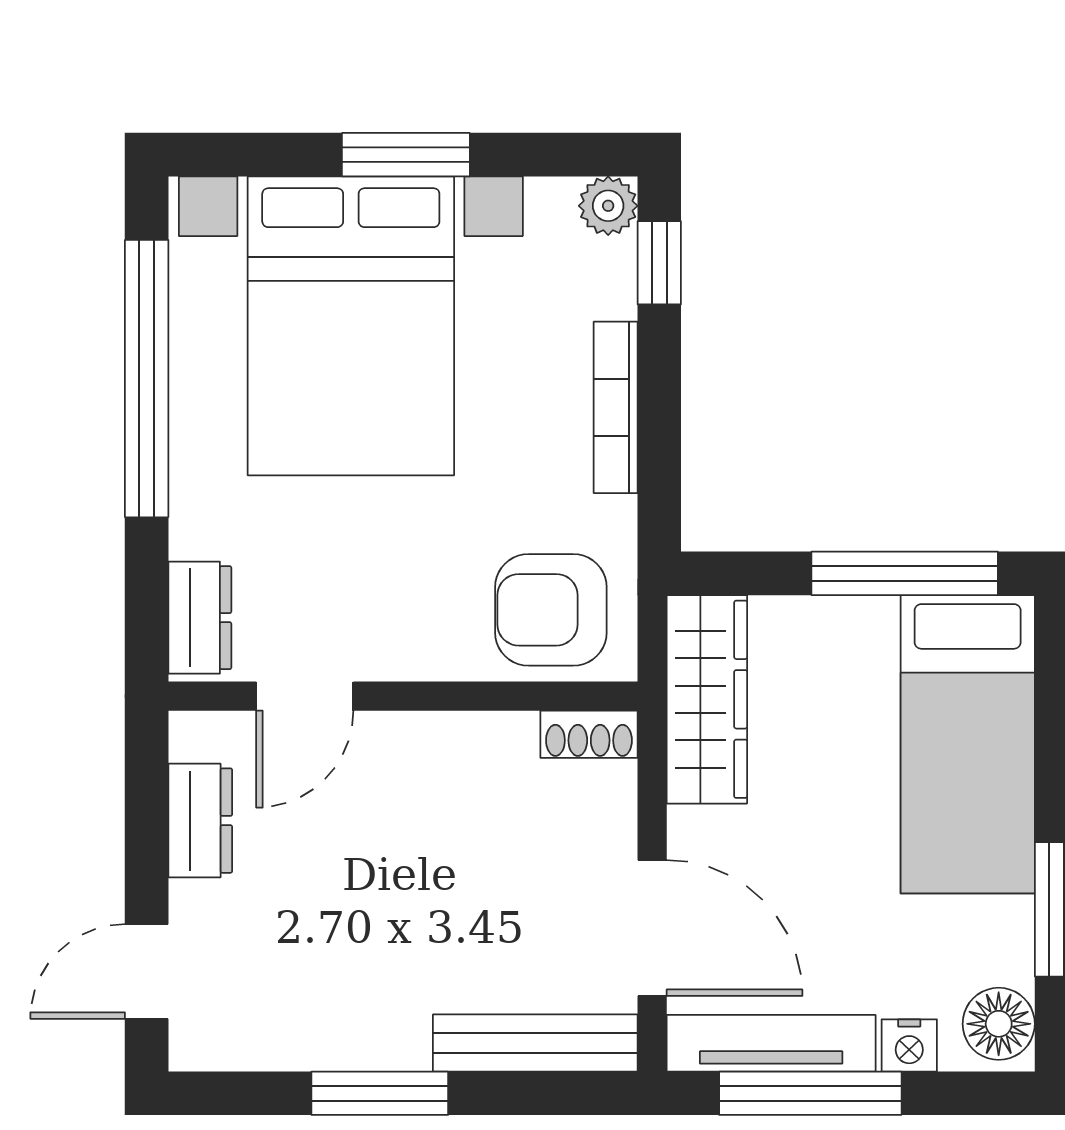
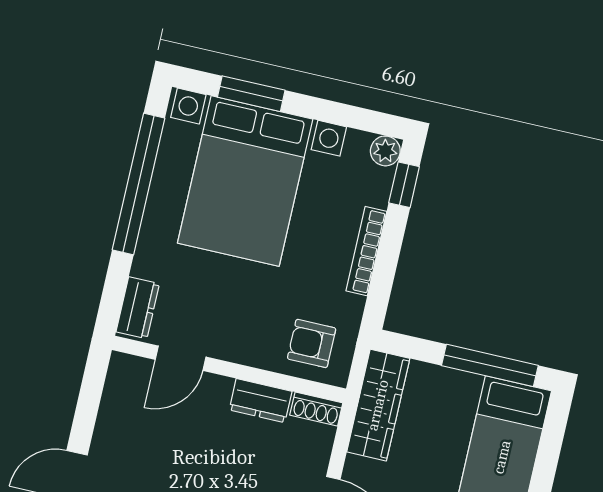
window: (406, 155) -> (251, 94), moved
armchair: (551, 610) -> (312, 343), width x0.72, depth x0.72
dresser: (200, 821) -> (261, 401), moved, turned 90

